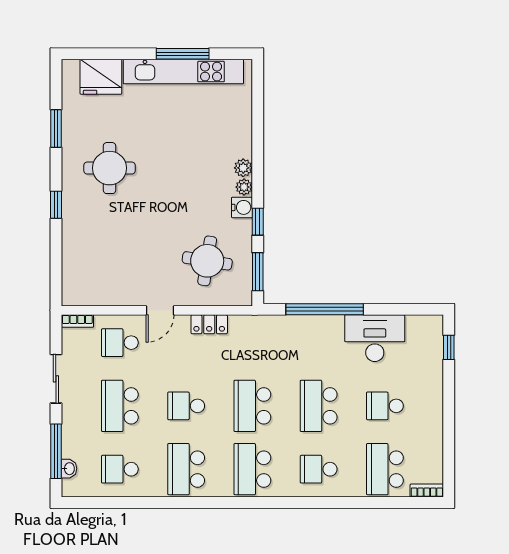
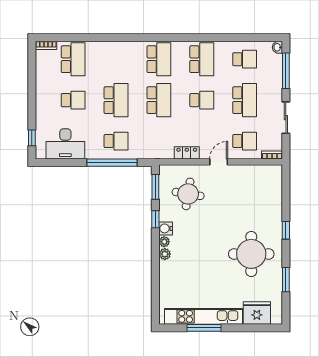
round table: (110, 168) -> (251, 254), width x1.36, depth x1.36
desk: (375, 338) -> (65, 144), moved
washbasin: (69, 469) -> (277, 47), moved
school desk: (319, 469) -> (116, 141), moved

